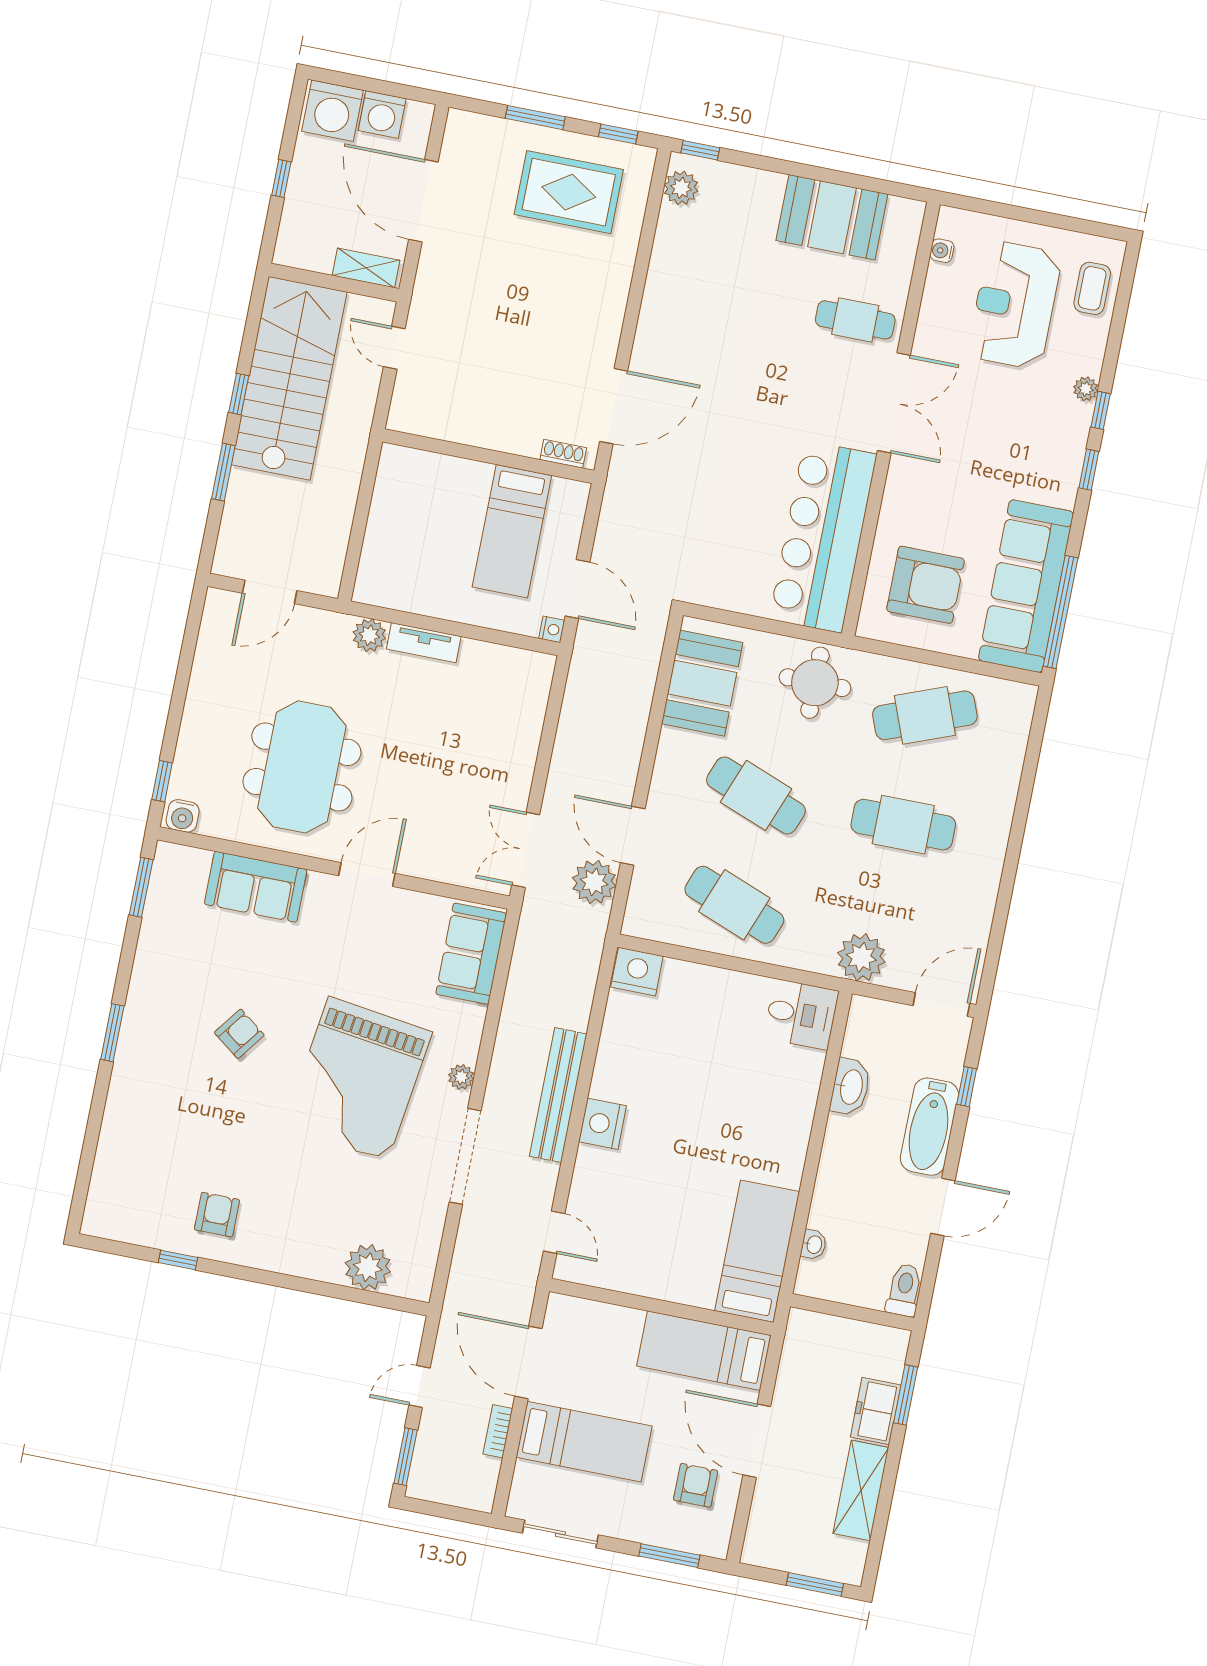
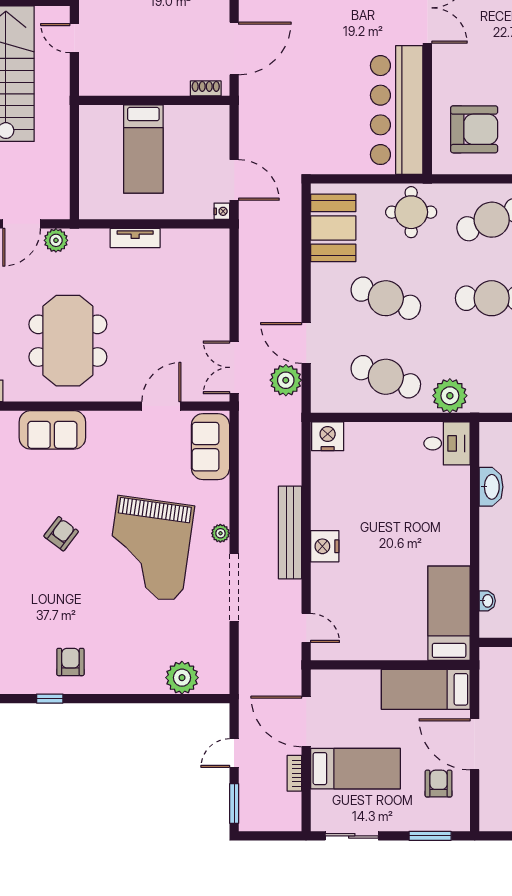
bed: (512, 531) -> (143, 149), moved
plant: (369, 635) -> (56, 240), moved
door: (367, 875) -> (161, 406), moved
plant: (861, 957) -> (450, 396), moved

